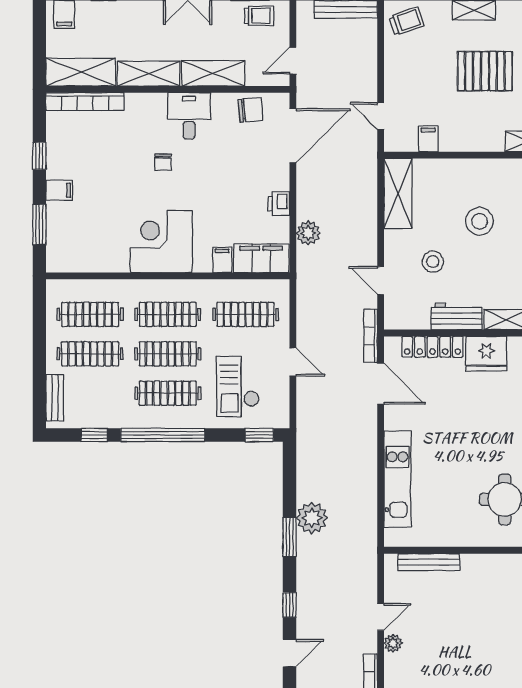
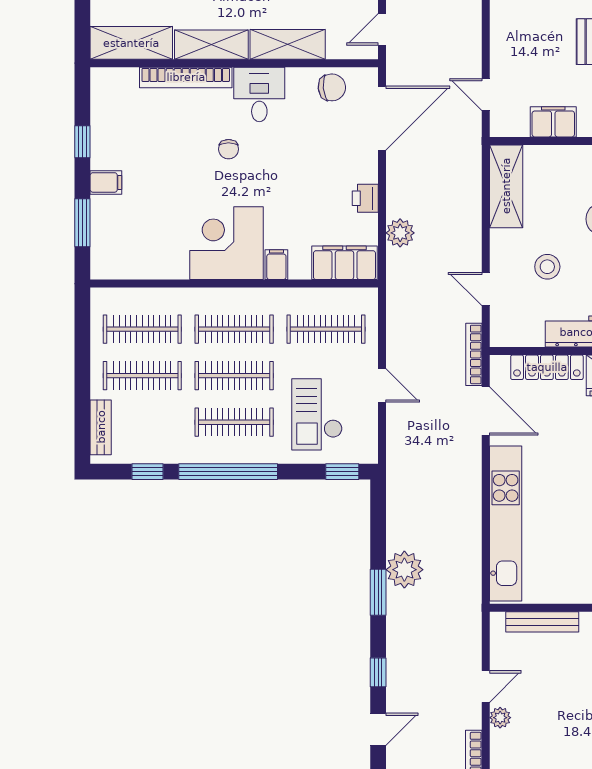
bookcase: (85, 101) -> (186, 77), moved
filing cabinet: (428, 139) -> (553, 122), width x2.00
filing cabinet: (222, 260) -> (276, 265), moved
kitchen unit: (398, 479) -> (506, 524), width x1.36

